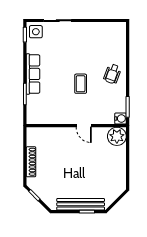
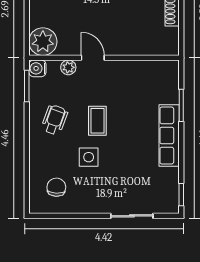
side table: (36, 32) -> (89, 157), moved
chair: (108, 40) -> (56, 187), added
wheelchair: (112, 74) -> (54, 120), moved
plant: (100, 119) -> (68, 67), added

